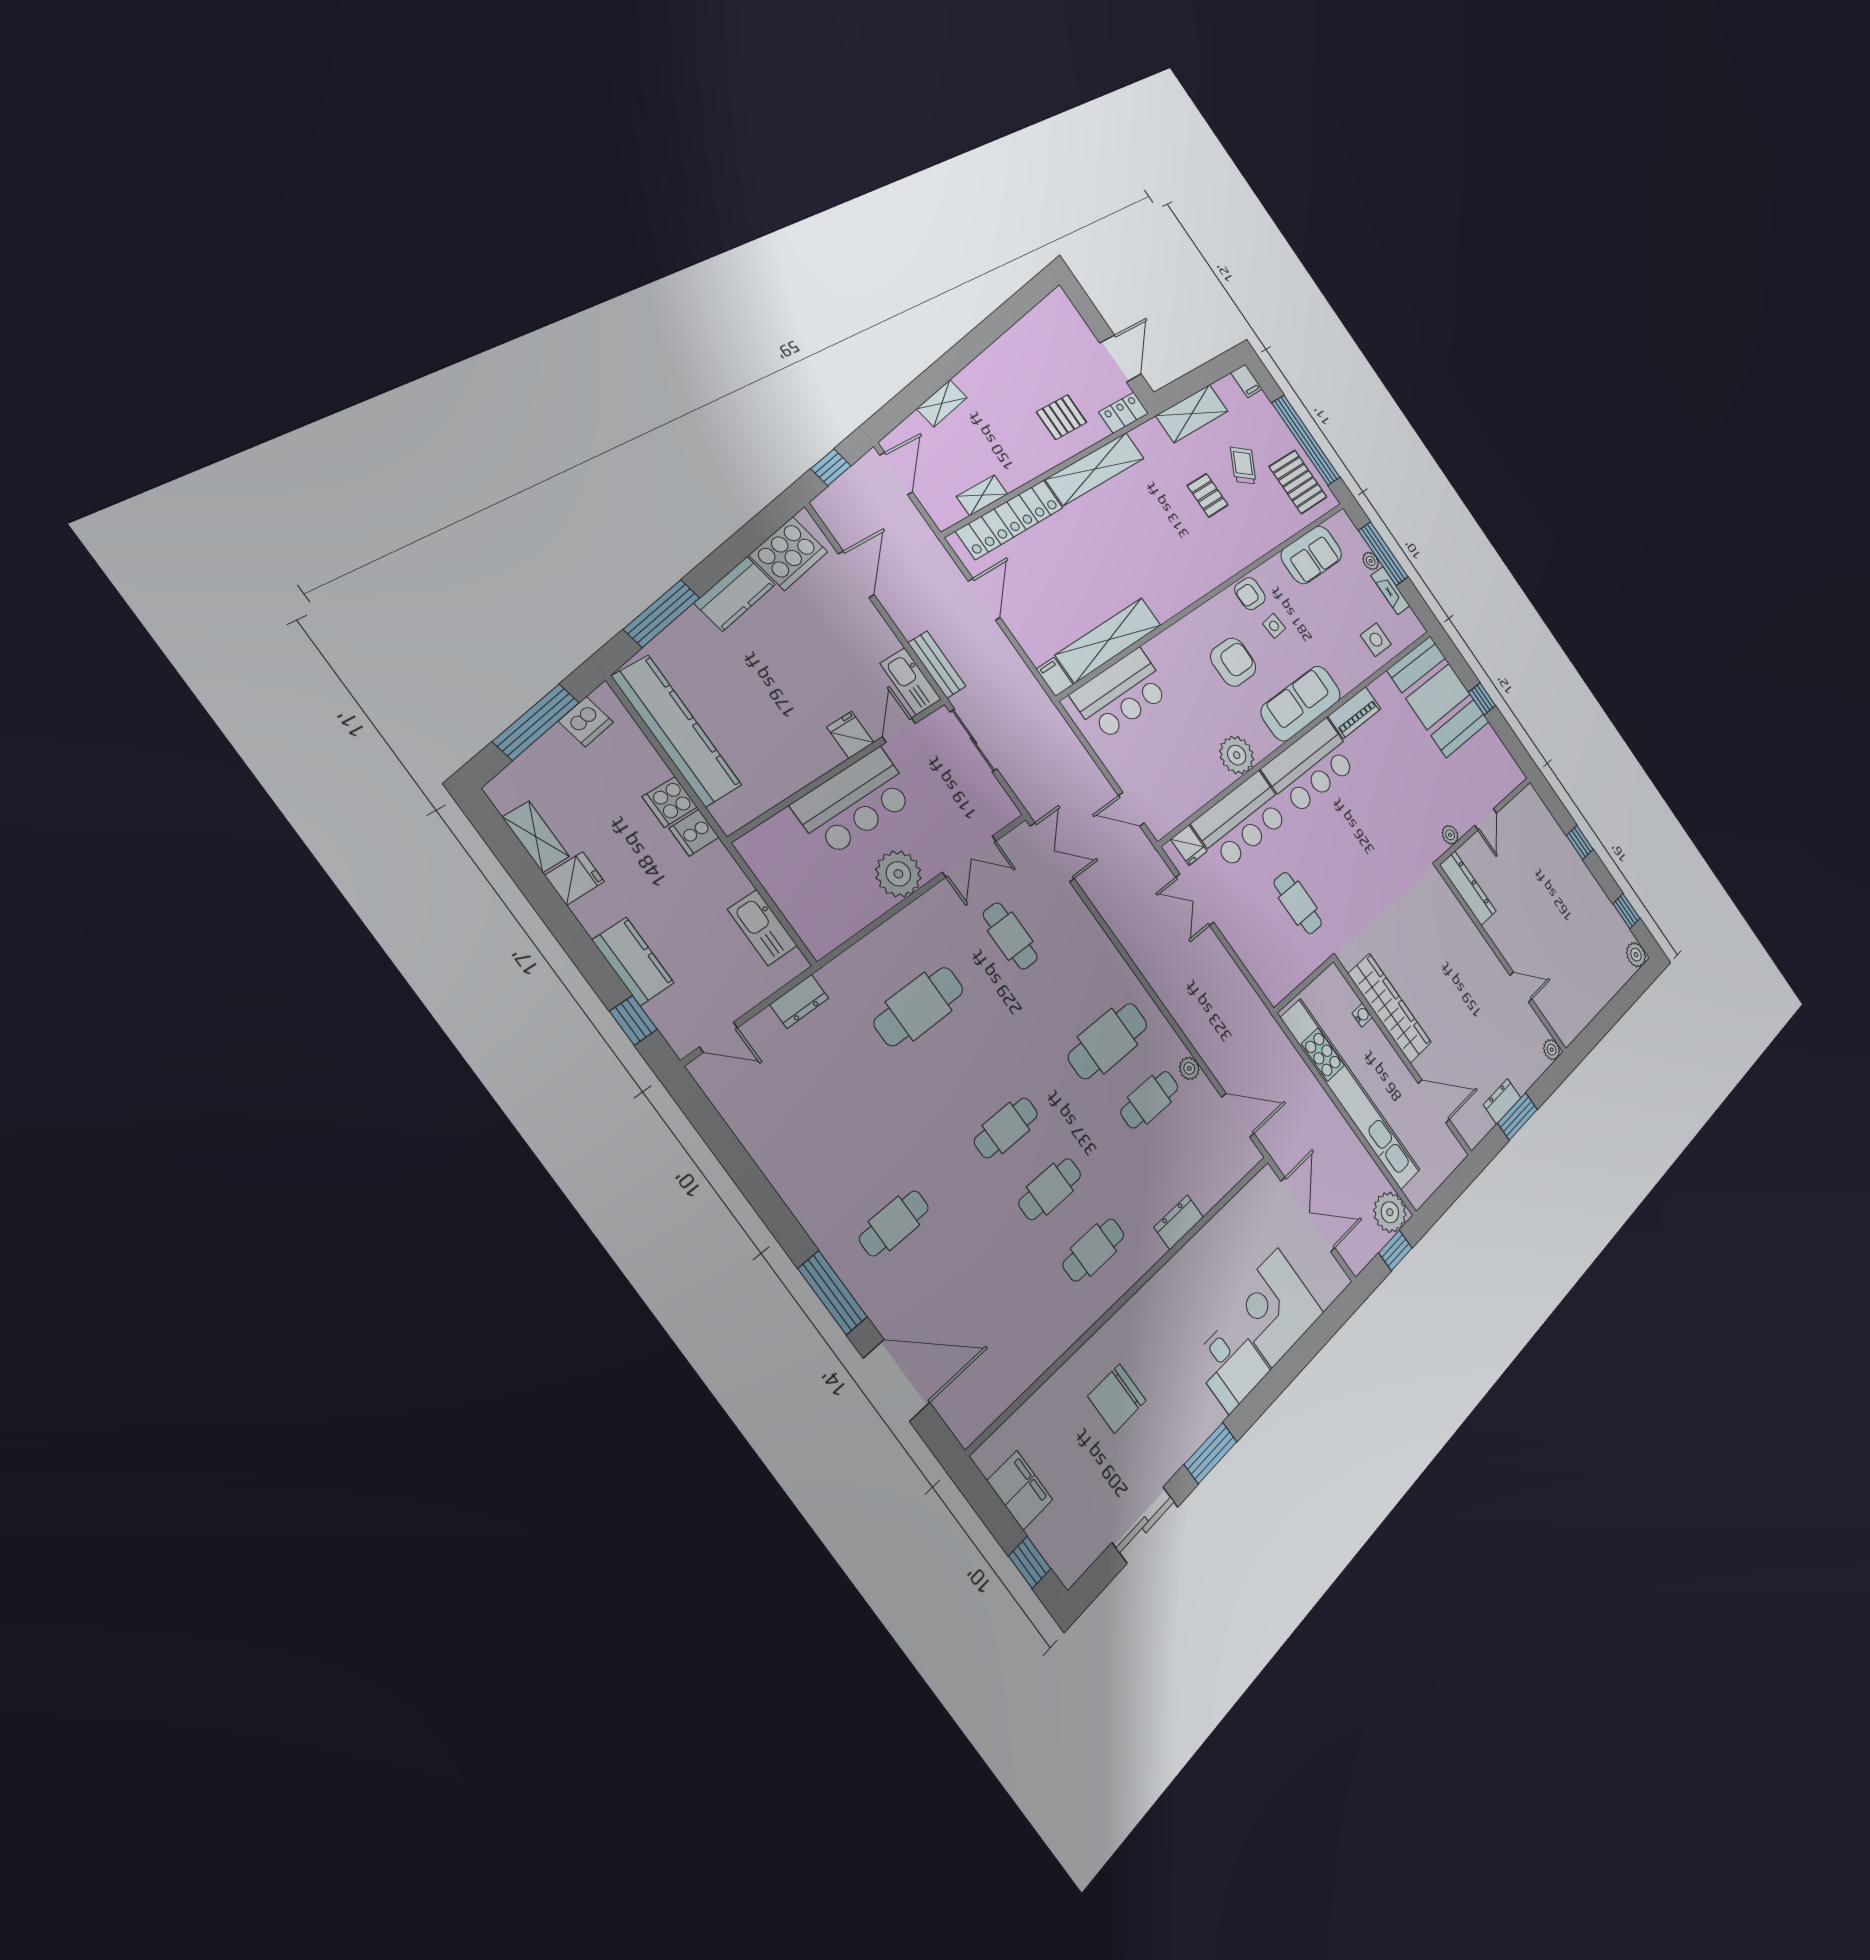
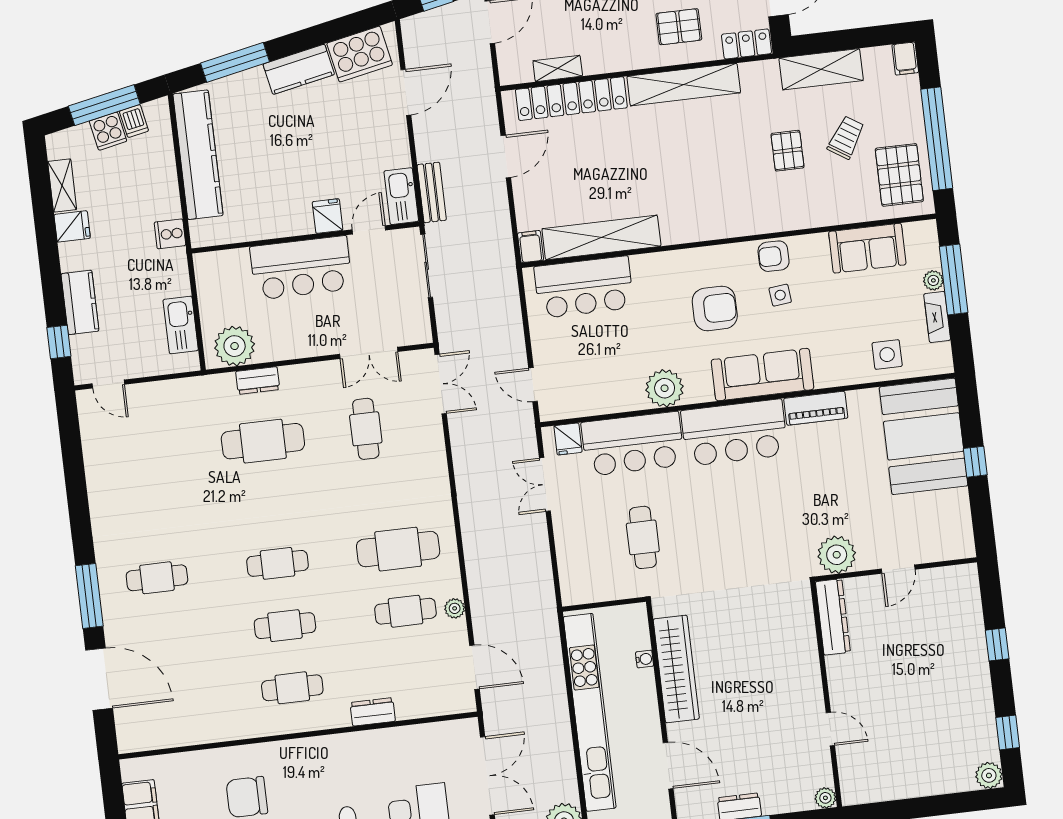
dishwasher: (586, 722) -> (134, 121), width x0.73
cooker: (670, 802) -> (108, 131), moved, turned -101
plant: (1450, 835) -> (837, 555), width x1.87, depth x1.87
plant: (898, 874) -> (235, 346), moved
dresser: (799, 1001) -> (258, 381), moved

